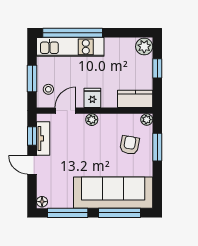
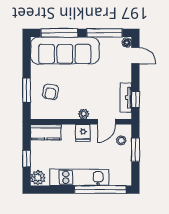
kitchen unit: (70, 47) -> (79, 177), moved
plant: (147, 120) -> (36, 114), removed
door: (32, 165) -> (135, 56), moved

